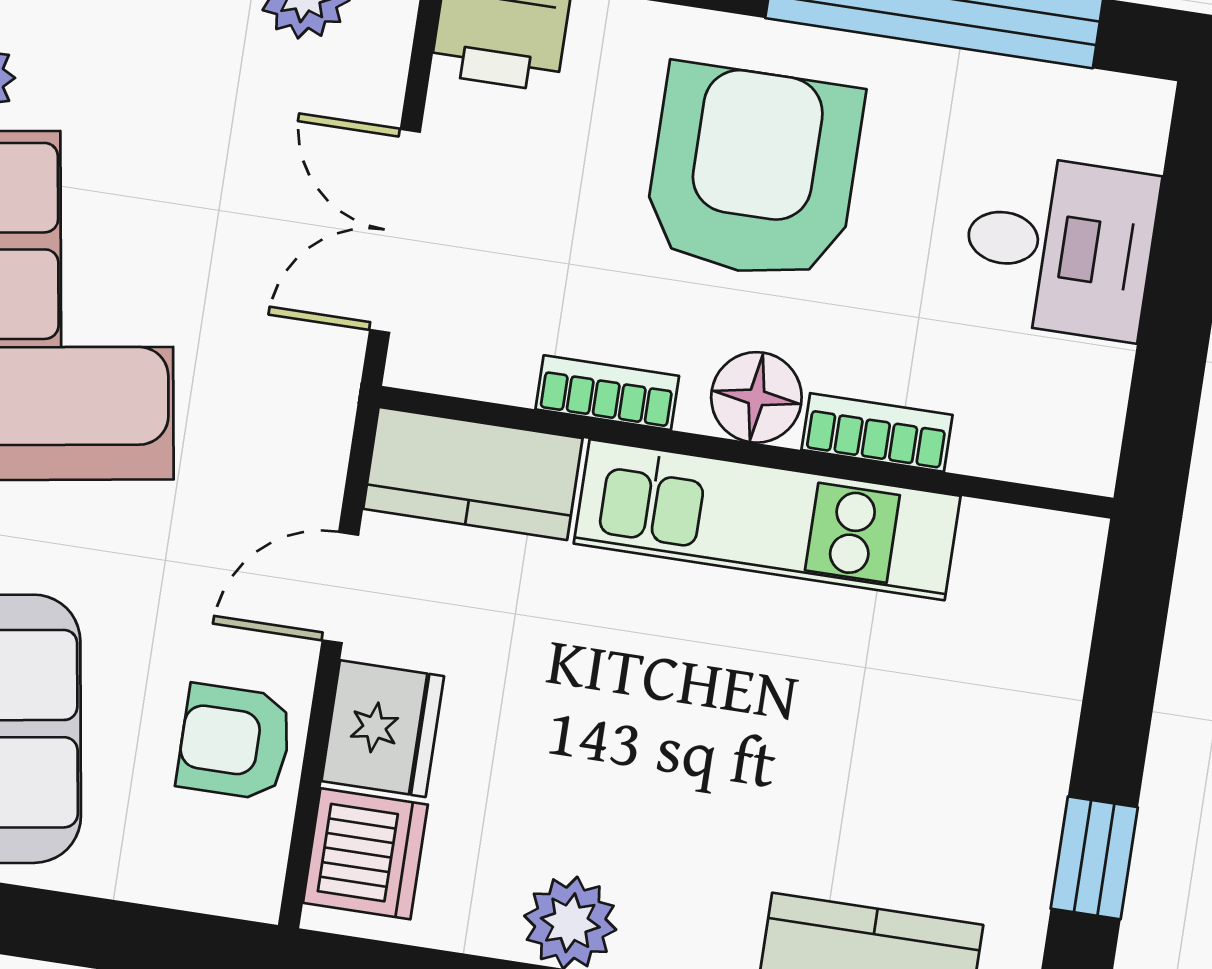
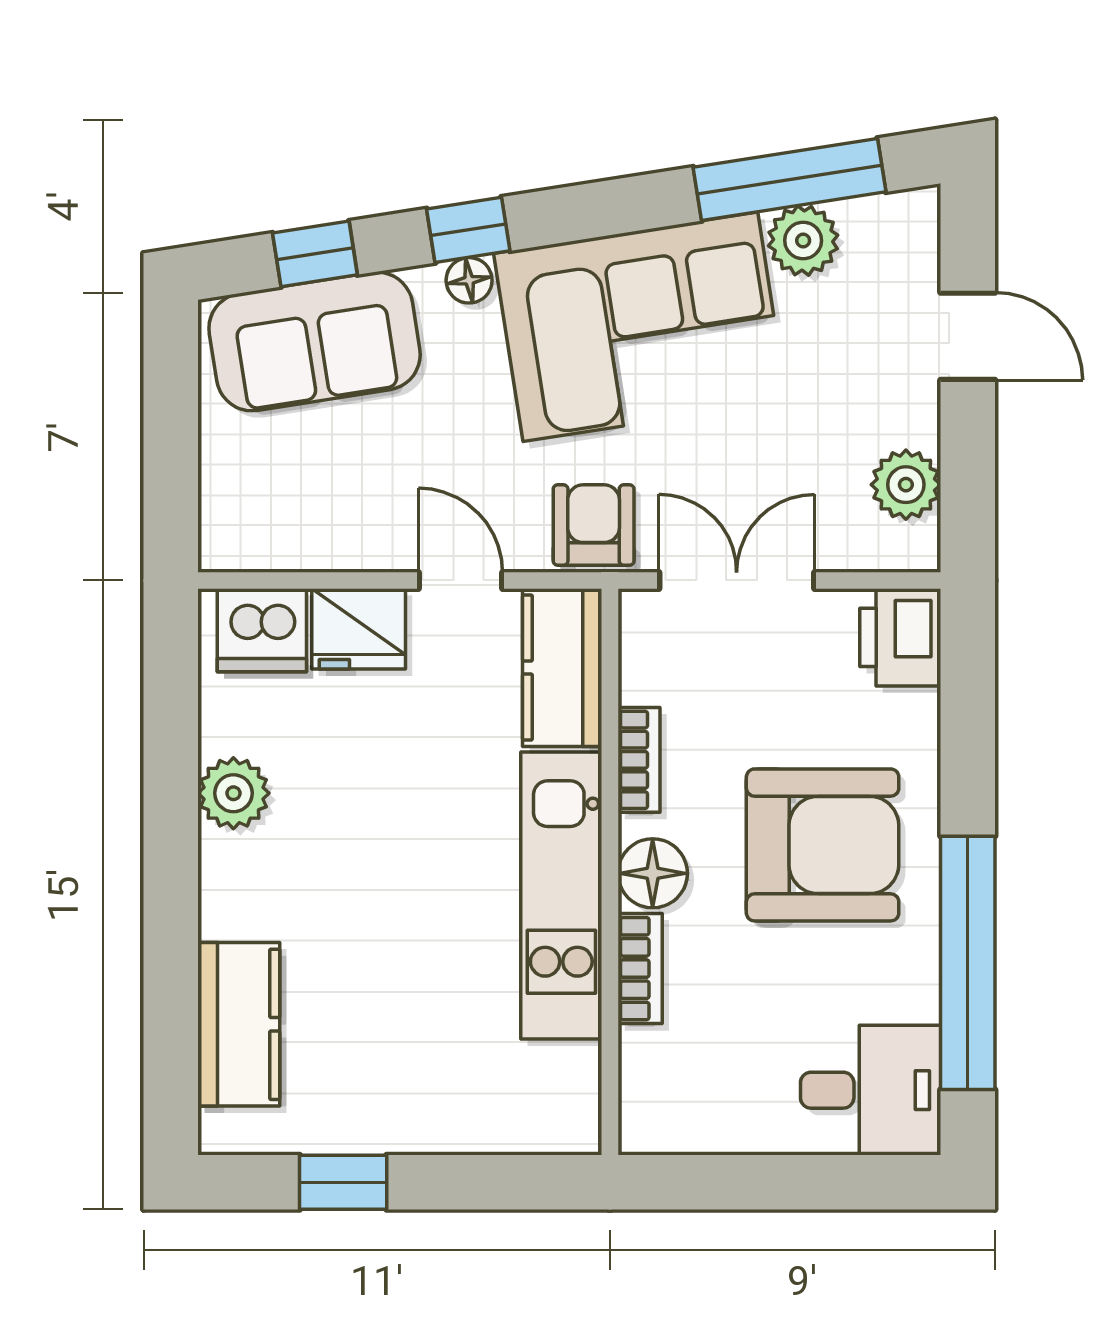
desk: (1059, 246) -> (871, 1090), moved, turned -90
armchair: (235, 742) -> (594, 525), moved

